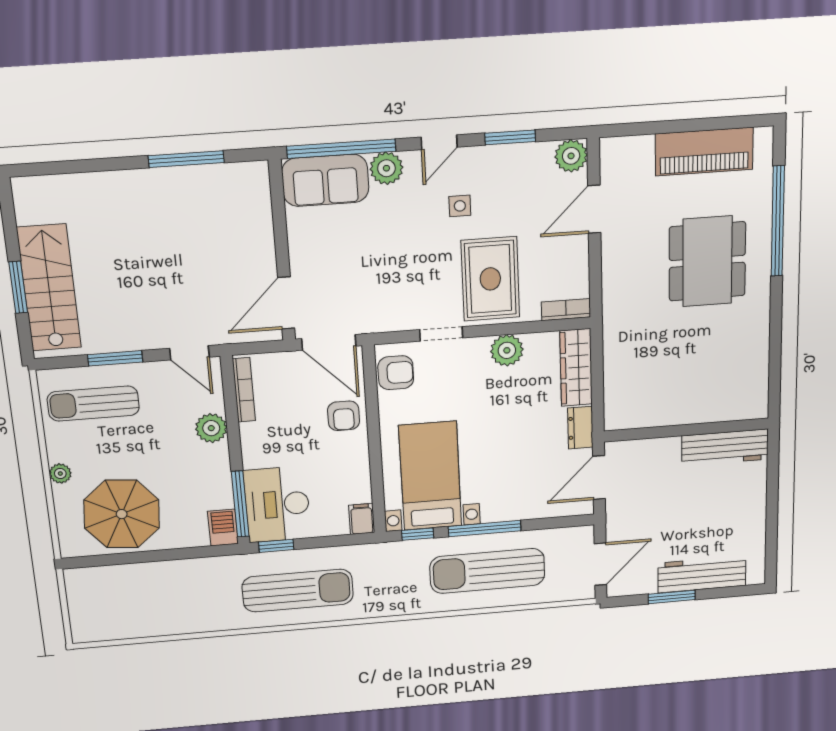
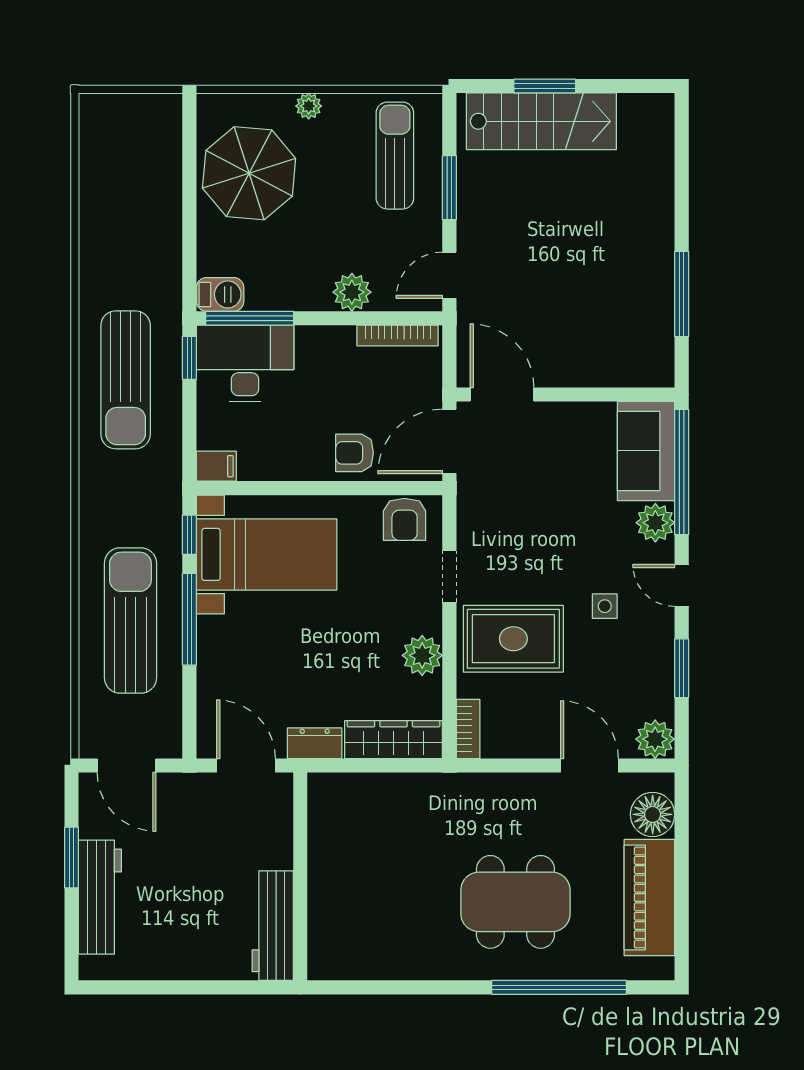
floor lamp: (635, 154) -> (653, 814), added

